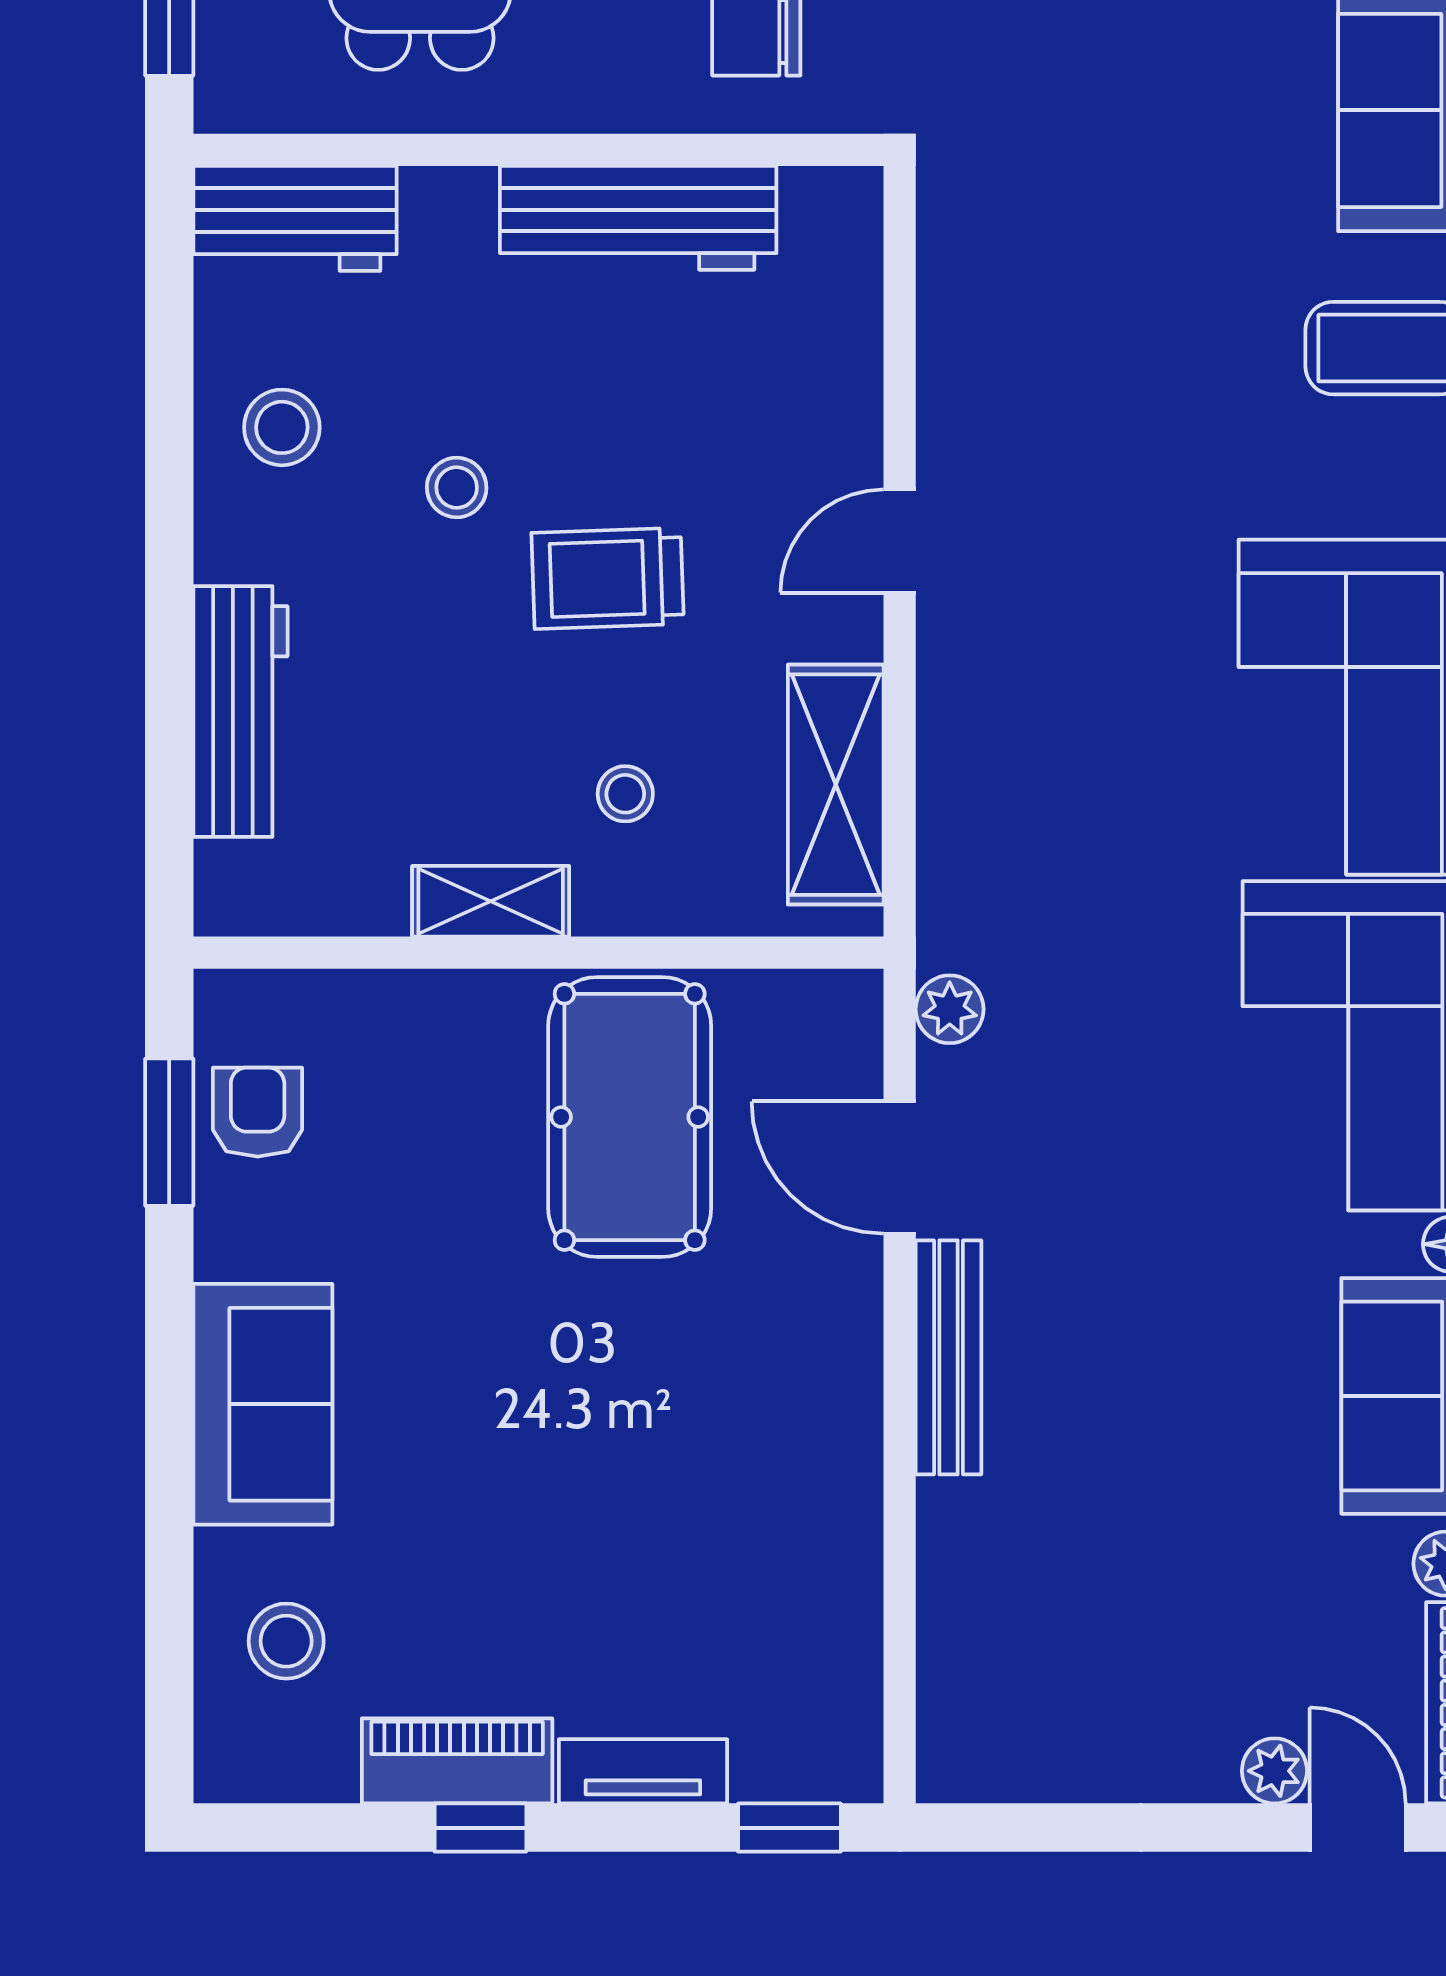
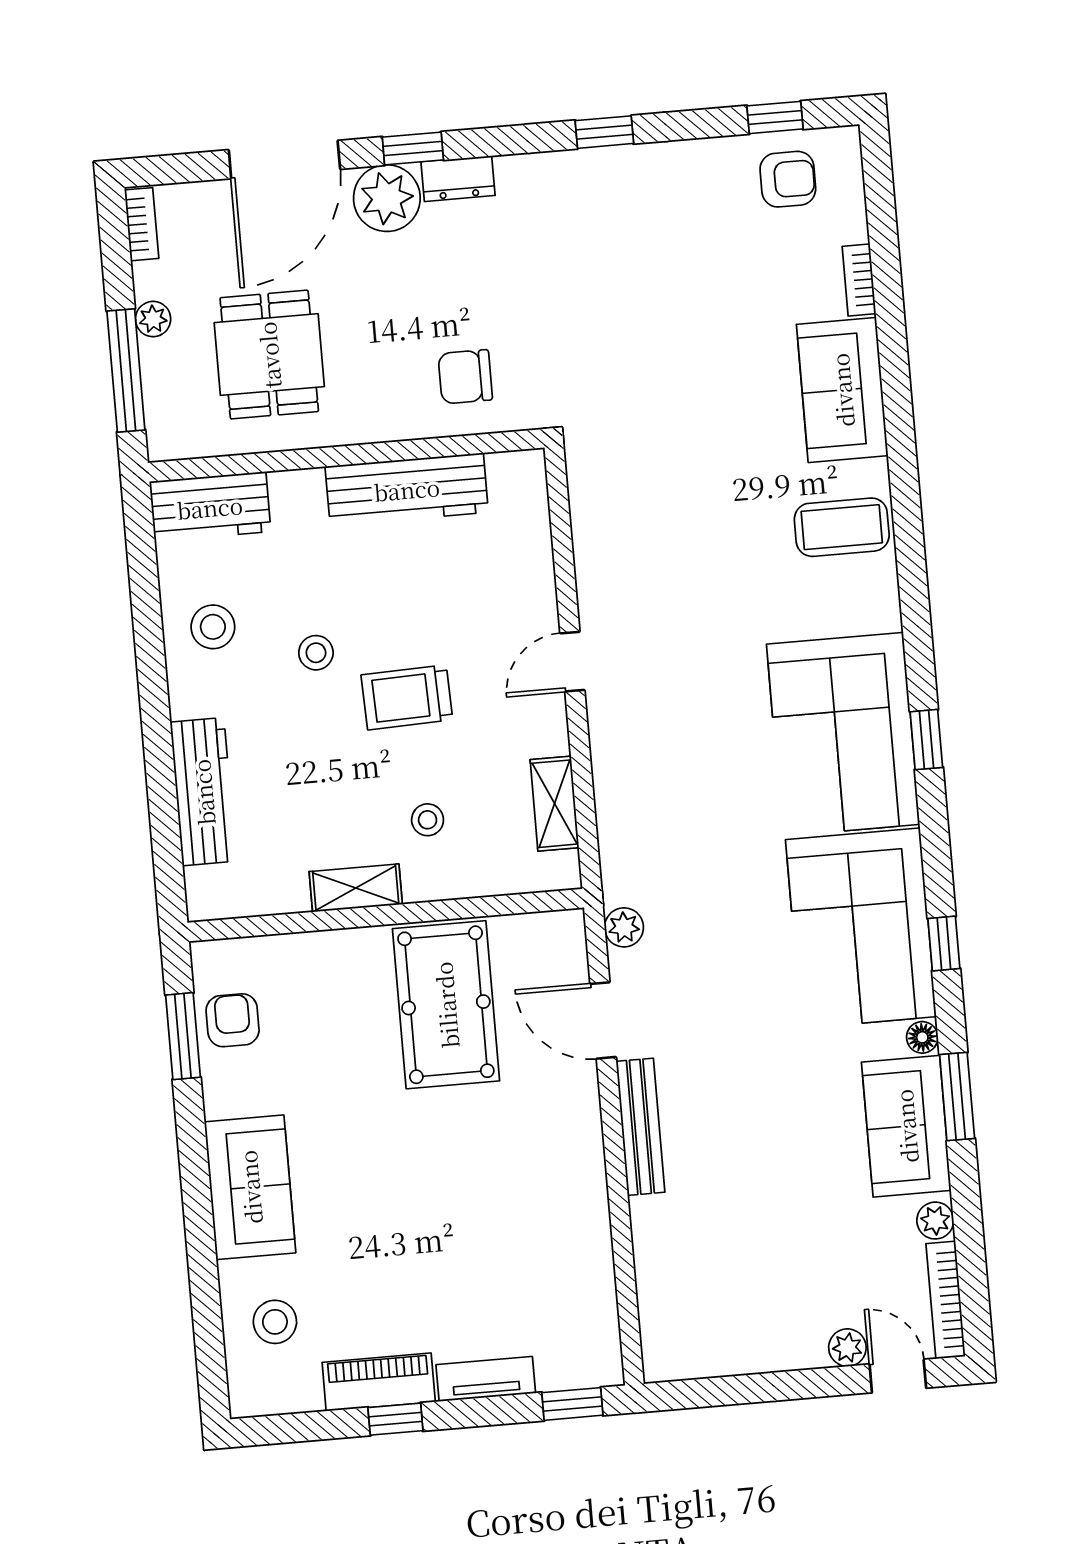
shelving: (836, 785) -> (555, 804), width x0.67, depth x0.75

